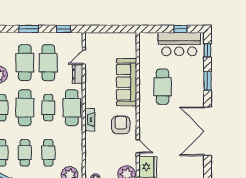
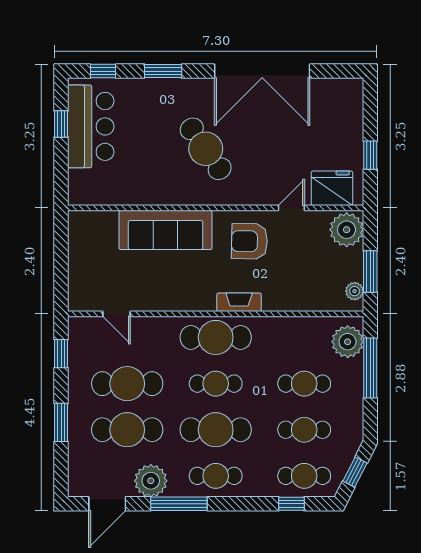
dresser: (78, 74) -> (150, 326), removed
cafe table: (163, 87) -> (206, 149), moved, turned 55

